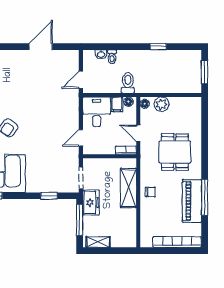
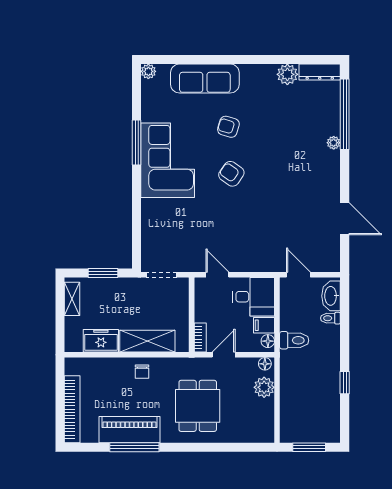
washbasin: (101, 54) -> (331, 296), width x1.91, depth x1.45
dining table: (175, 152) -> (198, 406), turned 90
window: (49, 196) -> (137, 230), removed
freezer: (91, 203) -> (101, 341), moved, turned 180
window: (80, 220) -> (103, 273), width x0.69

